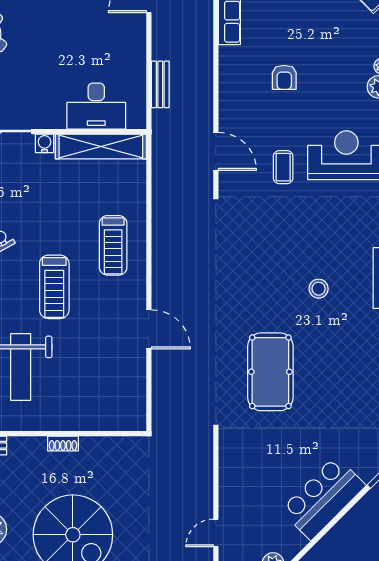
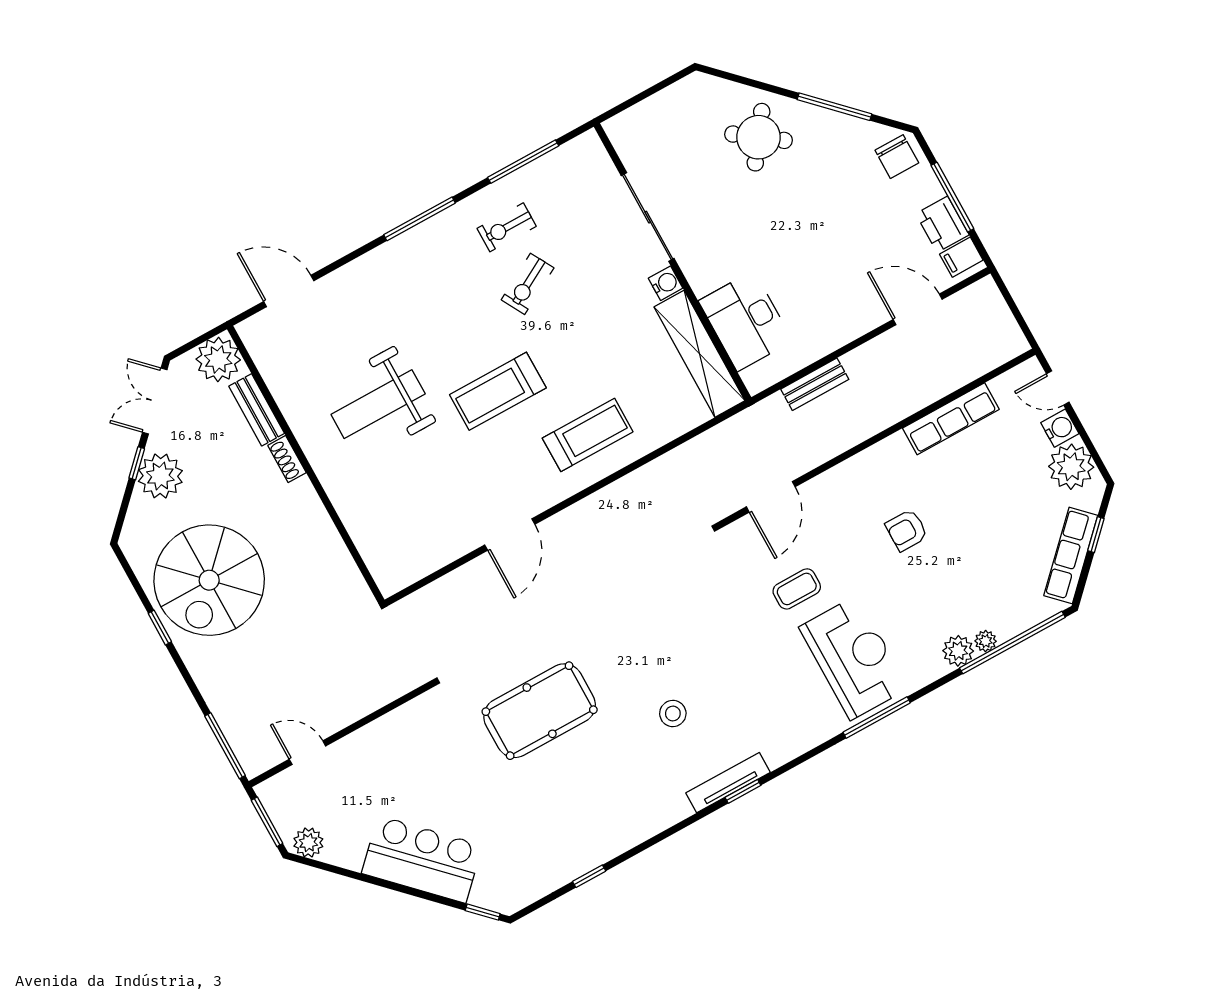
treadmill: (113, 245) -> (588, 435), turned 180
shoe rack: (63, 444) -> (287, 459), moved

